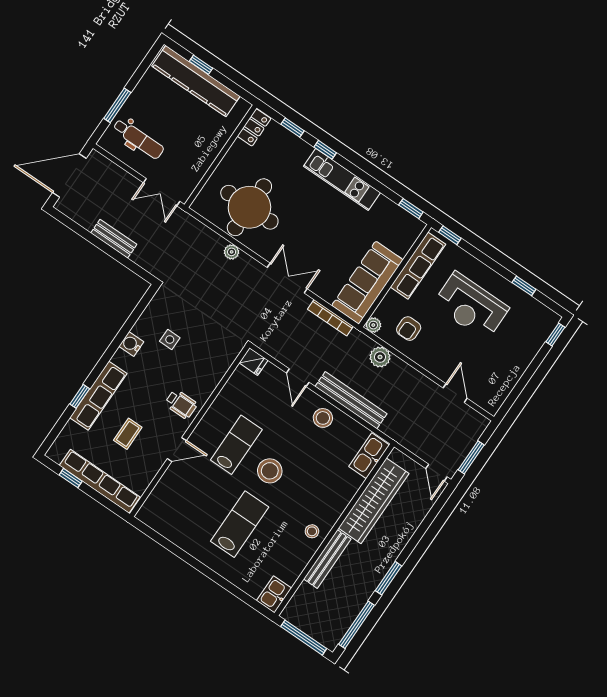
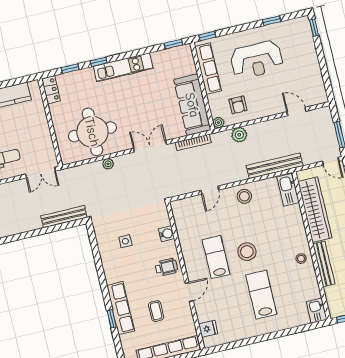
bench: (114, 239) -> (64, 217), moved, width x1.36
water cooler: (131, 344) -> (167, 234), moved, turned 180
fridge: (253, 362) -> (208, 329), moved
door: (298, 378) -> (210, 190), hinge flipped
bench: (351, 400) -> (275, 166), moved

